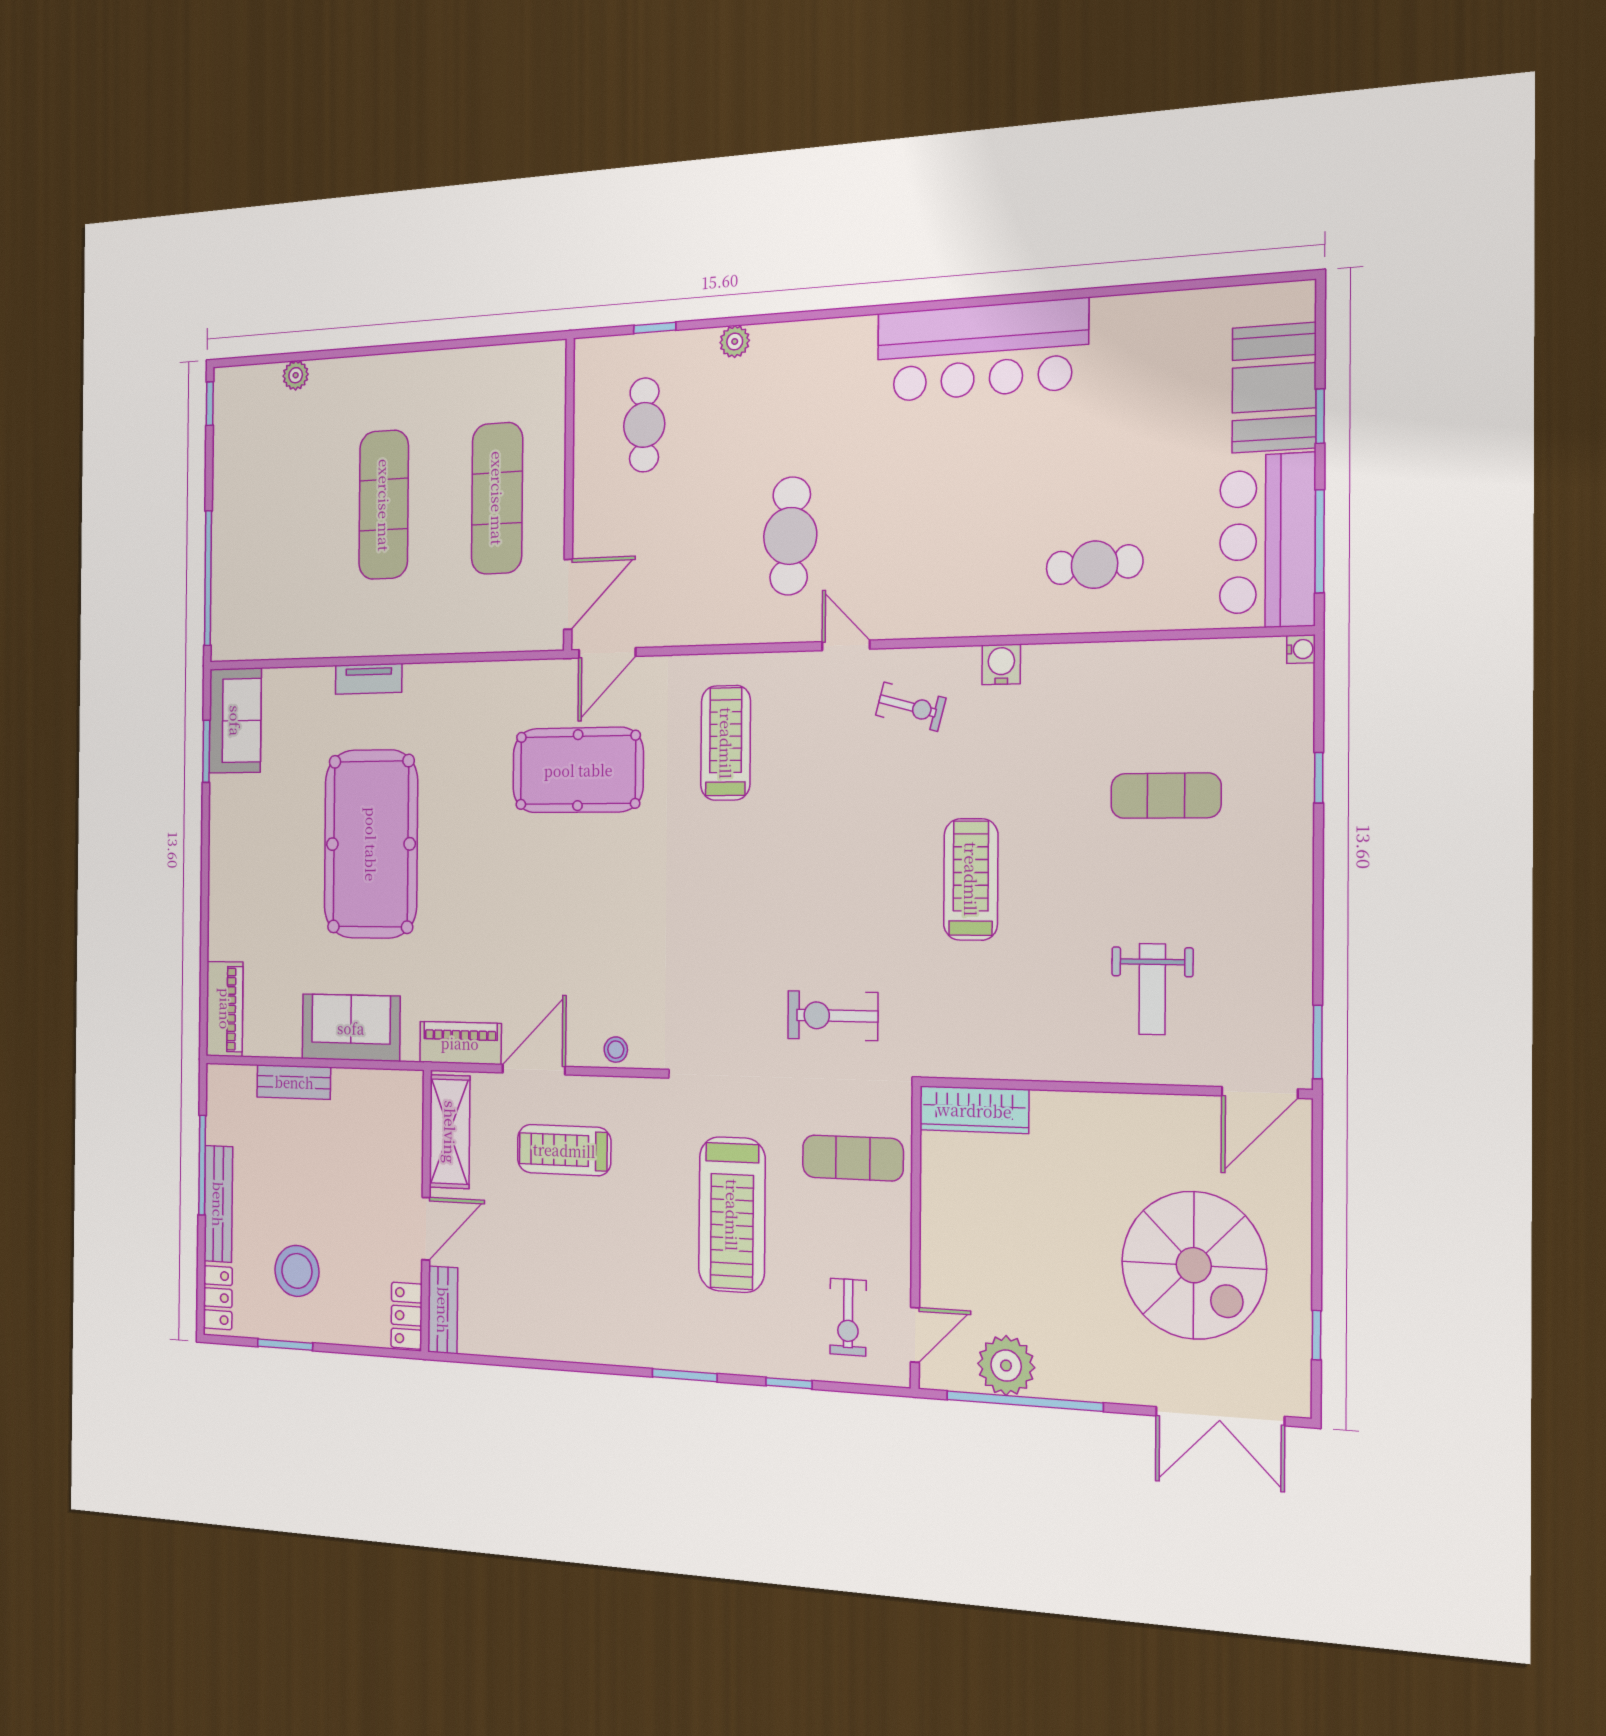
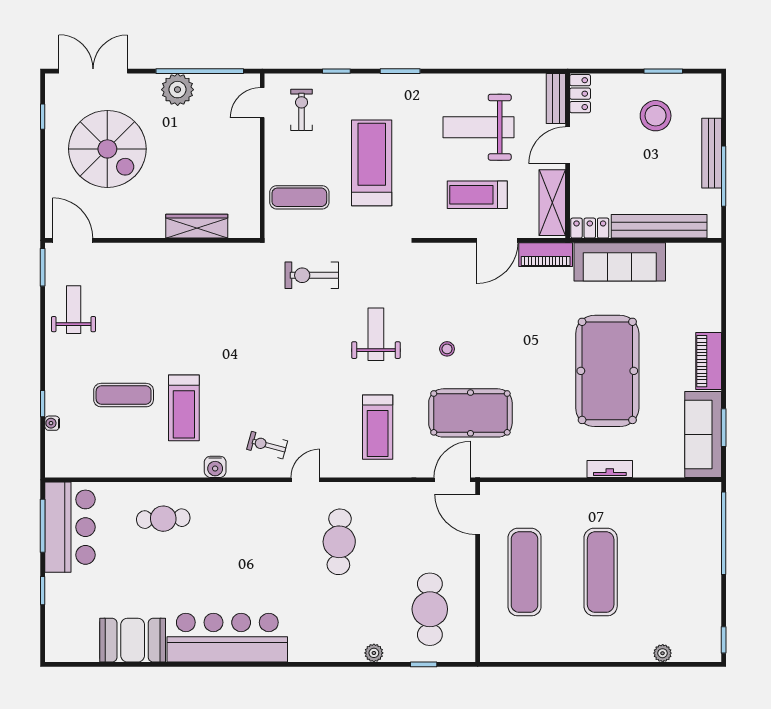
booth: (1274, 388) -> (133, 640), moved, turned 90
cafe table: (644, 425) -> (430, 609), width x1.37, depth x1.35
door: (568, 594) -> (478, 514), hinge flipped
door: (846, 645) -> (305, 480), swing flipped
water cooler: (1301, 649) -> (52, 423), moved
sofa: (235, 721) -> (703, 435), width x1.36
treadmill: (971, 879) -> (184, 408), moved
weight bench: (727, 908) -> (376, 334), added
weight bench: (1152, 989) -> (74, 310), moved
piano: (225, 1009) -> (709, 361), moved
exercise bike: (833, 1016) -> (312, 275), turned 180
sofa: (351, 1028) -> (620, 262), width x1.36
stool: (616, 1050) -> (447, 349), moved
bench: (294, 1082) -> (659, 226), width x1.86, depth x1.21
door: (1260, 1092) -> (73, 240), hinge flipped
wardrobe: (974, 1110) -> (197, 226), moved
treadmill: (564, 1150) -> (477, 195), turned 180
spiral stairs: (1194, 1265) -> (107, 149), turned 180
weight bench: (561, 1268) -> (478, 127), added
locker: (218, 1298) -> (590, 228), moved, turned 90
plant: (1006, 1366) -> (178, 90), moved

